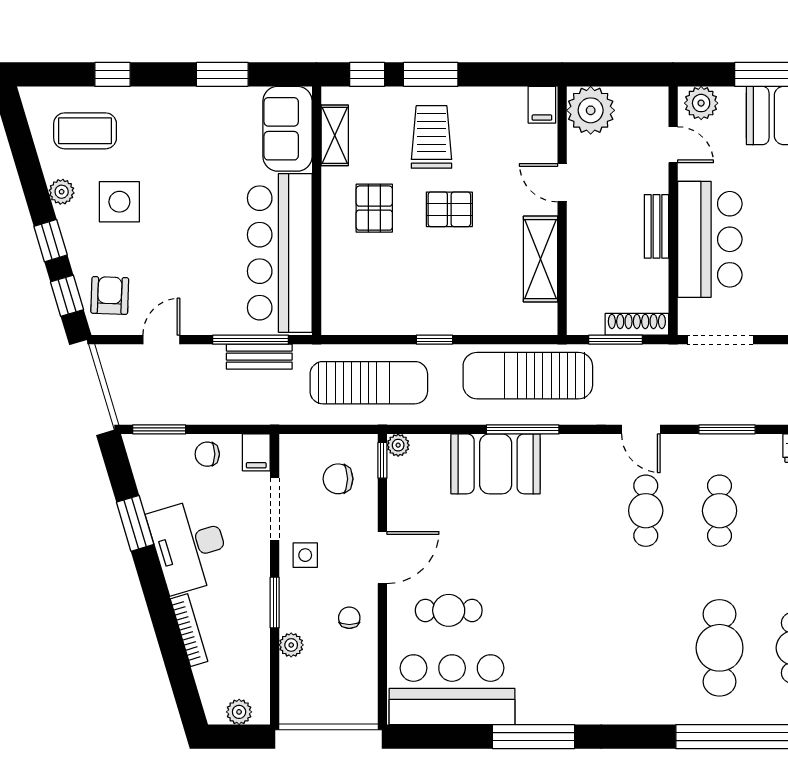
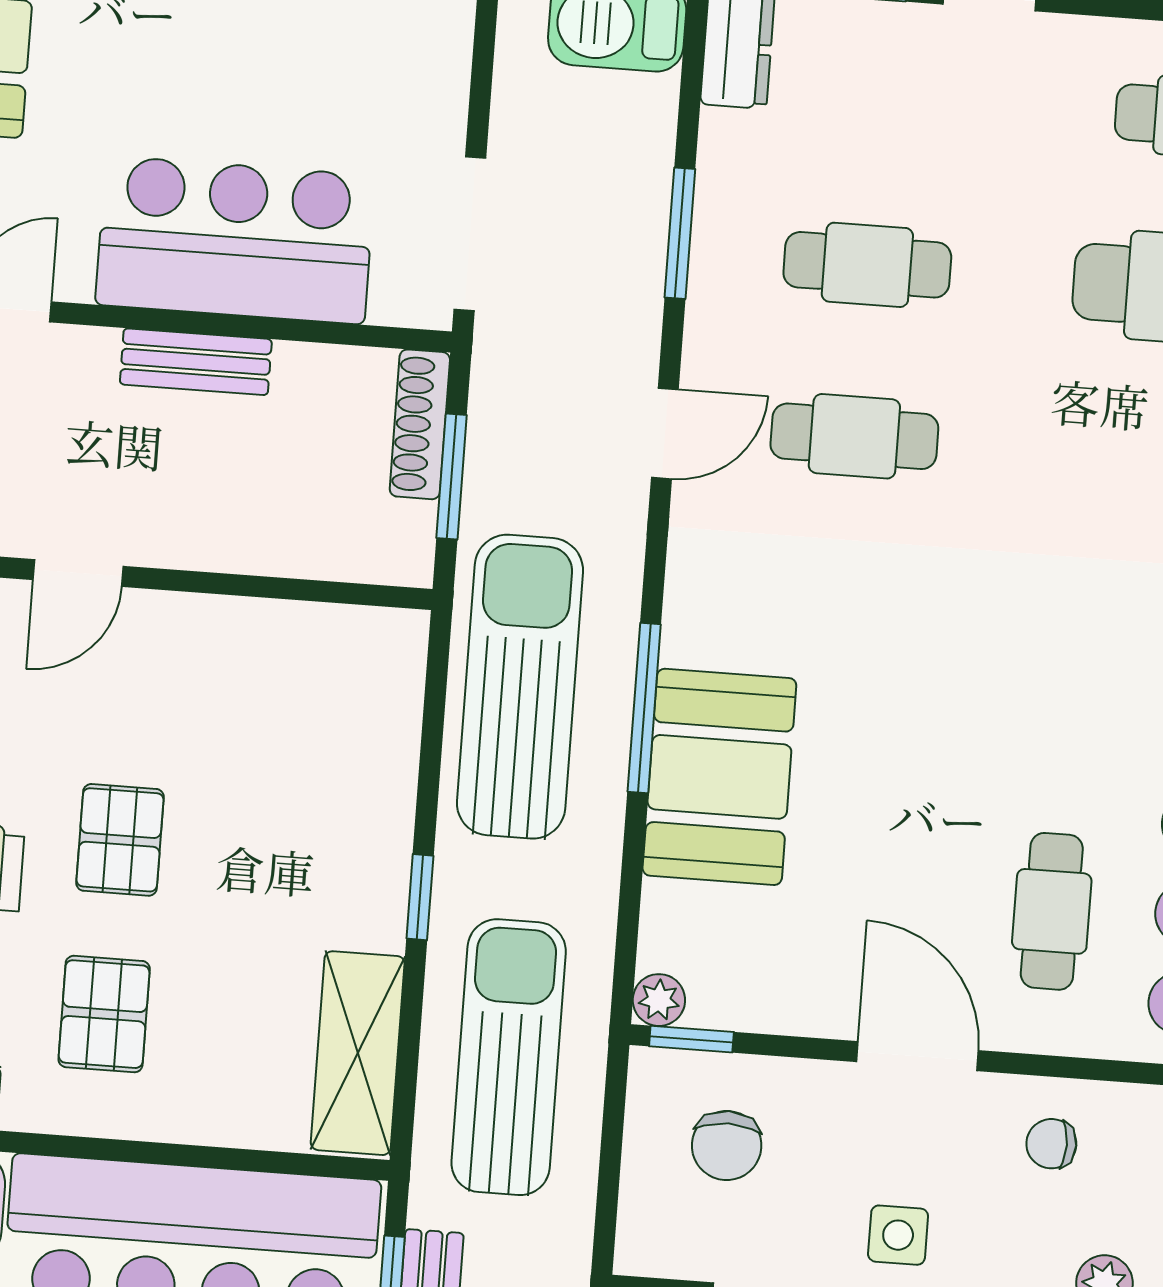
pallet: (374, 208) -> (104, 1014), turned 90
shelving: (541, 259) -> (358, 1053), moved, turned 90
sun lounger: (528, 376) -> (520, 687), turned 180

